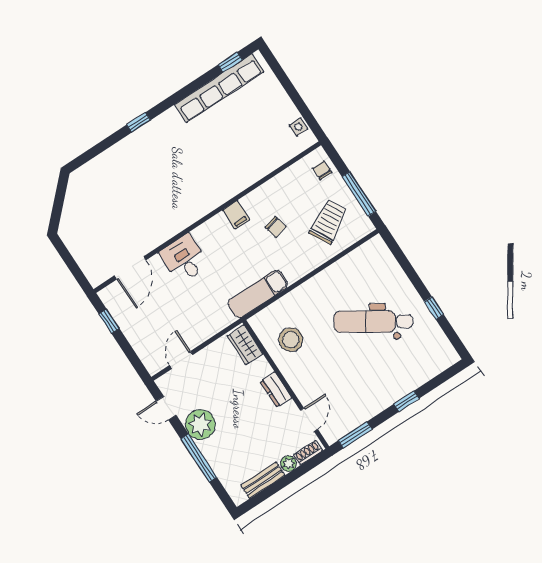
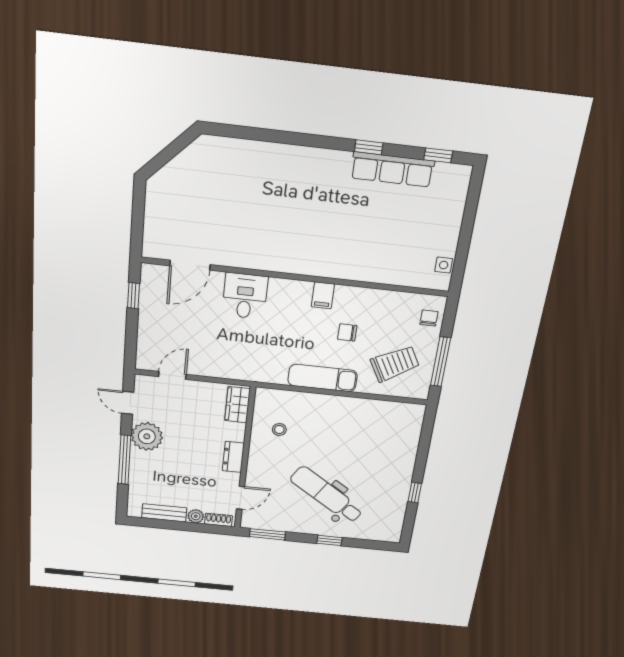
row of seats: (219, 88) -> (392, 169), width x0.73
window: (139, 122) -> (369, 147), moved
chair: (276, 227) -> (347, 332), turned 104
exam couch: (258, 294) -> (323, 378), moved
dental chair: (373, 322) -> (327, 495), moved
stool: (291, 340) -> (279, 429), width x0.53, depth x0.53

